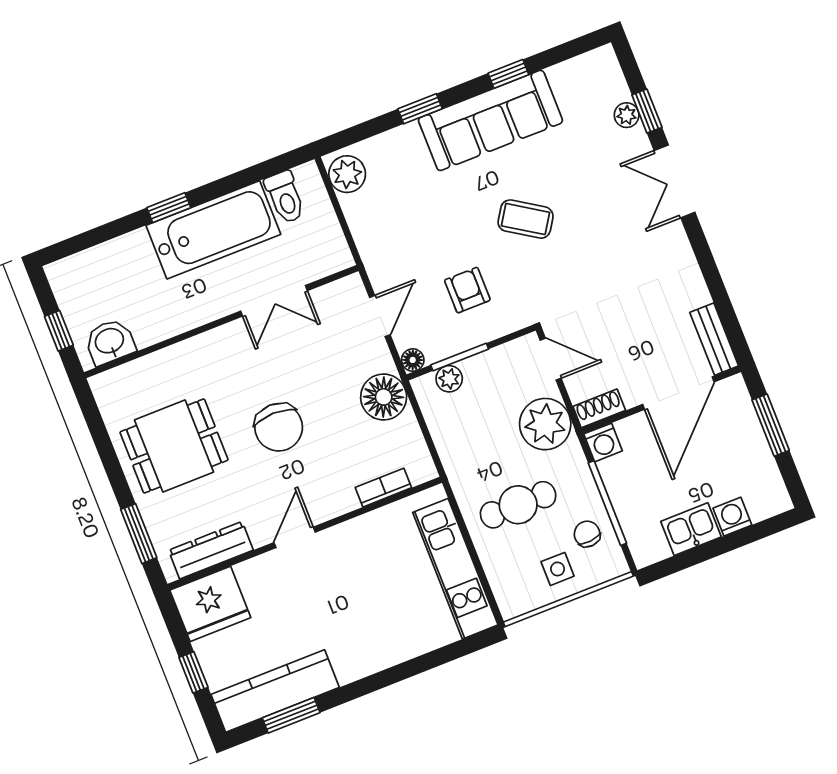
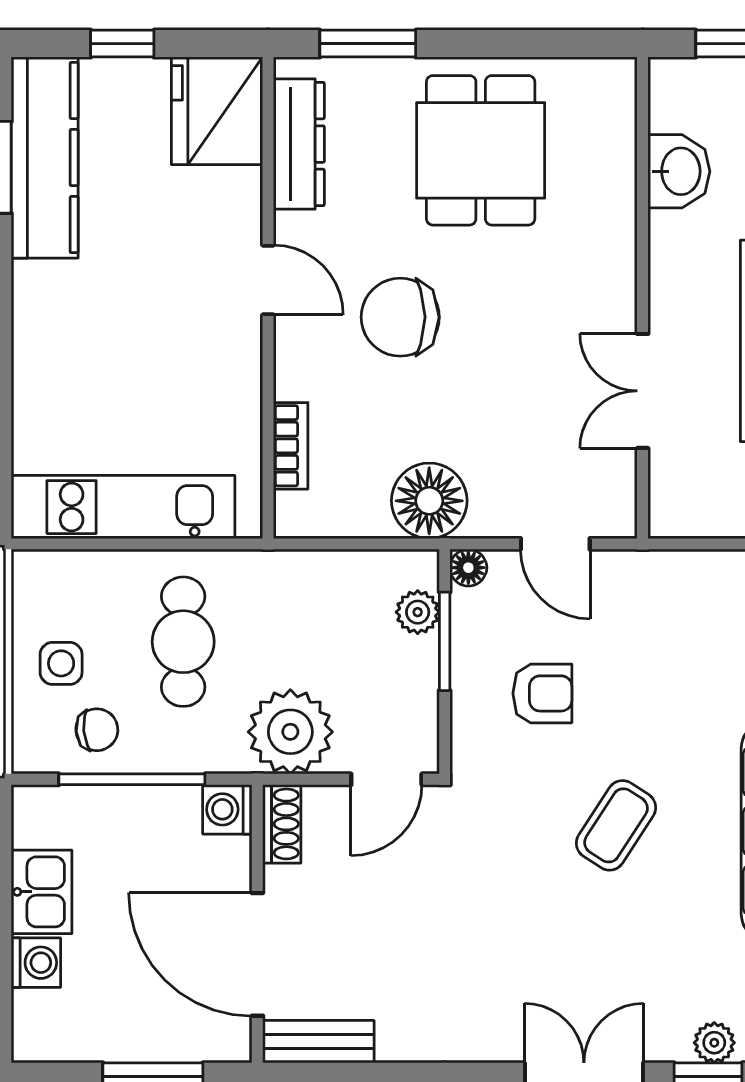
washbasin: (110, 342) -> (679, 171), moved
chair: (279, 427) -> (400, 317), moved

